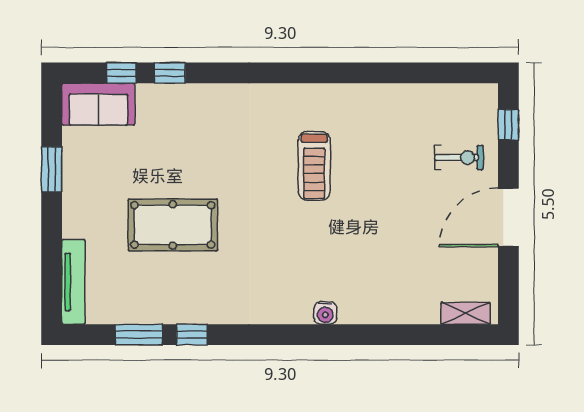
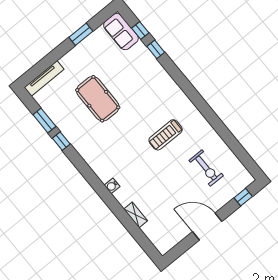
exercise bike: (459, 158) -> (206, 168), moved, width x1.38, depth x1.39
shelving: (466, 313) -> (136, 215), moved

